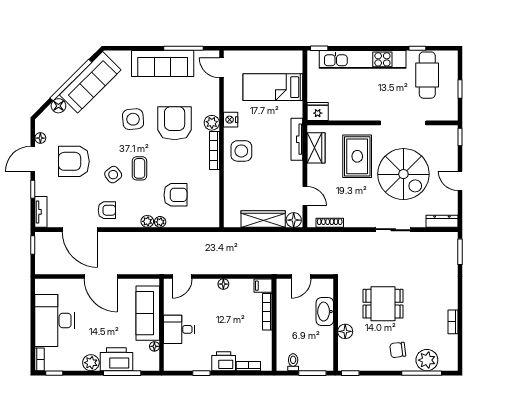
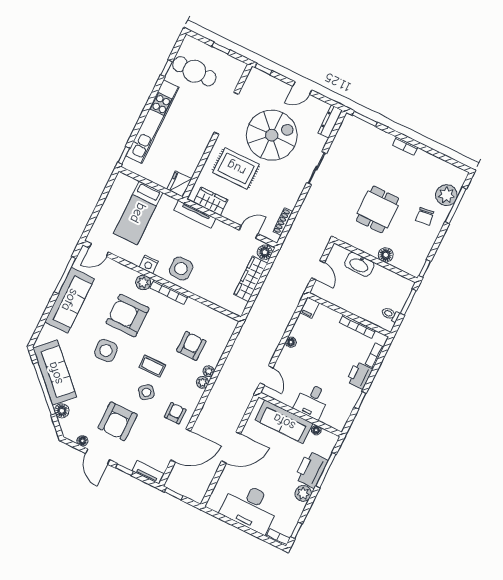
bookcase: (267, 312) -> (357, 327), moved
bookcase: (453, 322) -> (405, 146), moved

